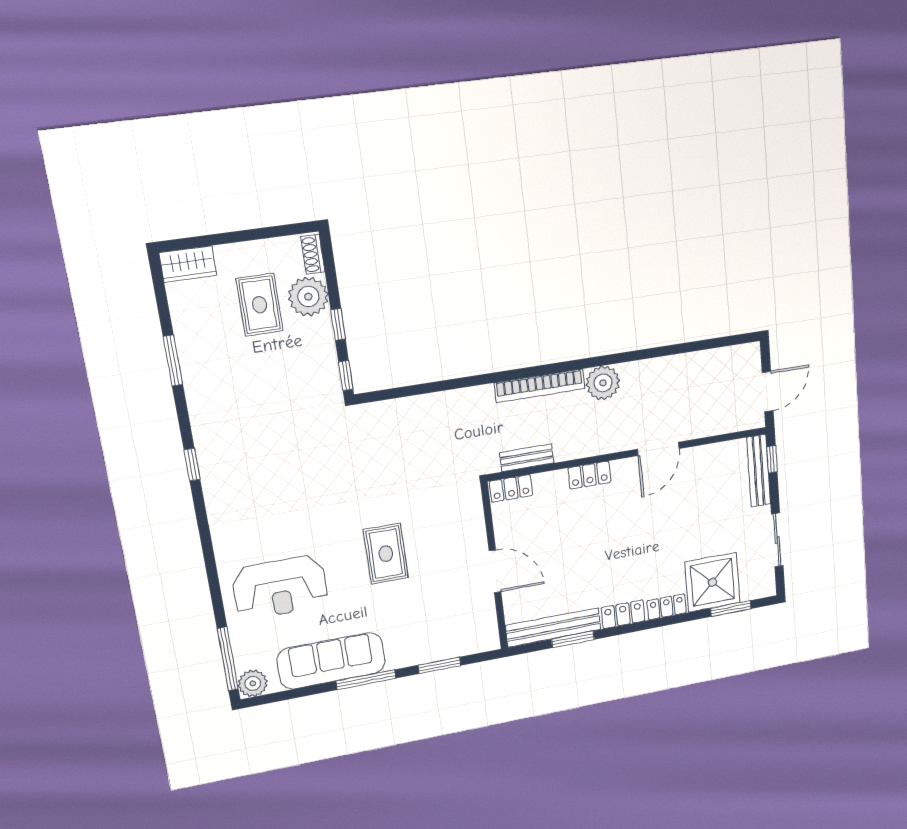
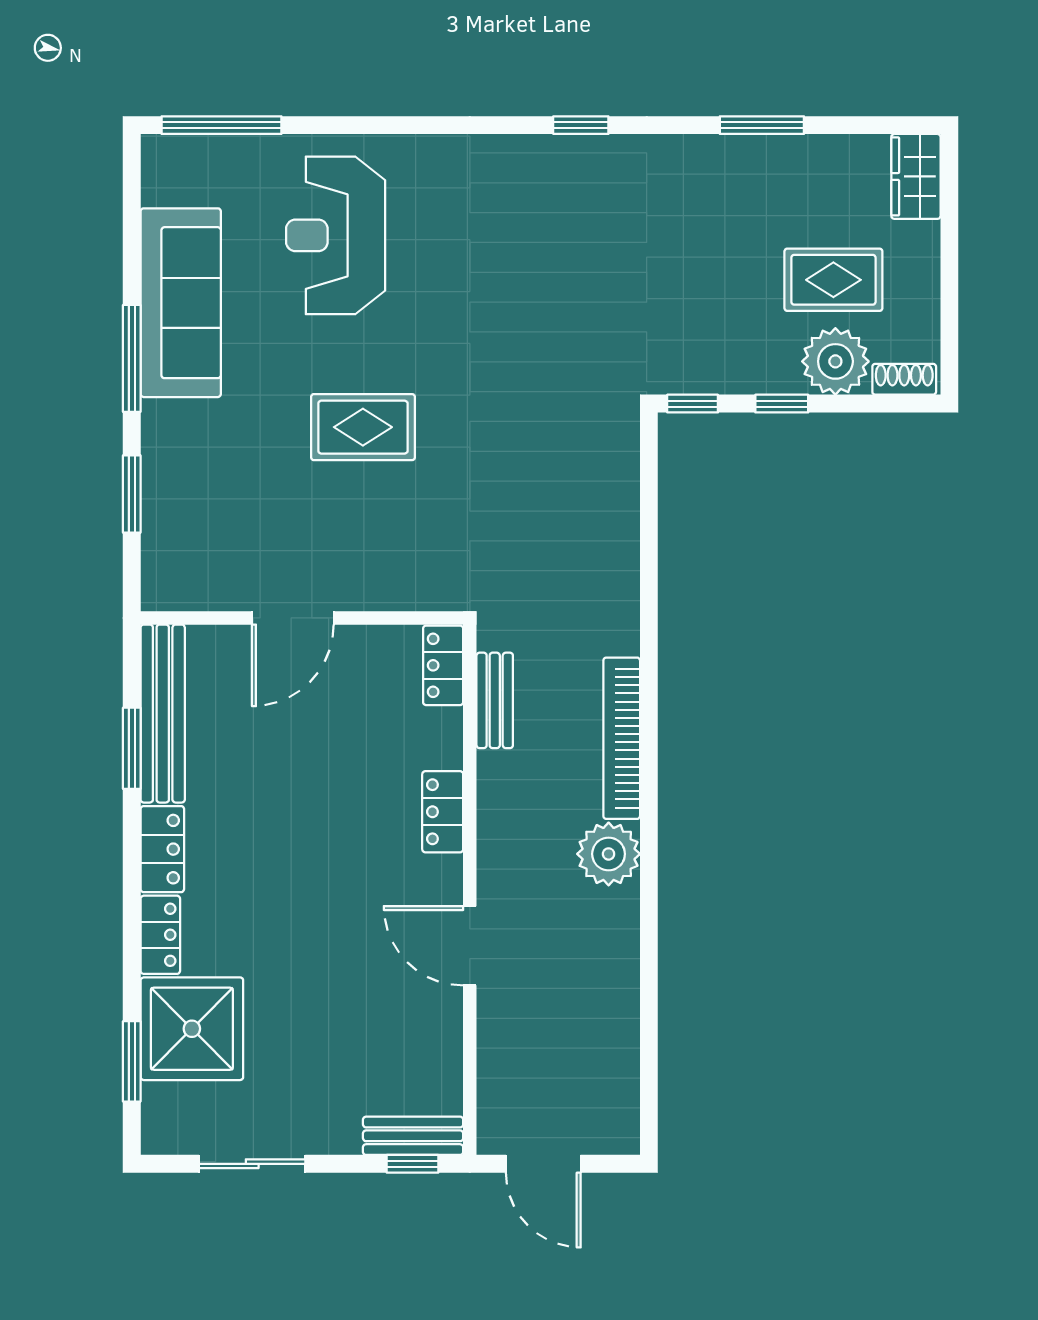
bench: (759, 471) -> (413, 1136), width x0.73
plant: (253, 683) -> (167, 160), removed

